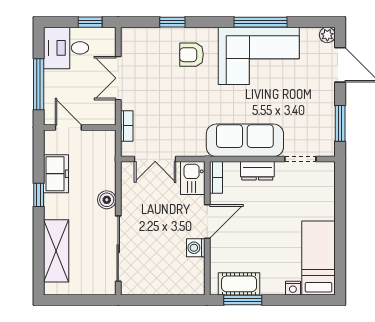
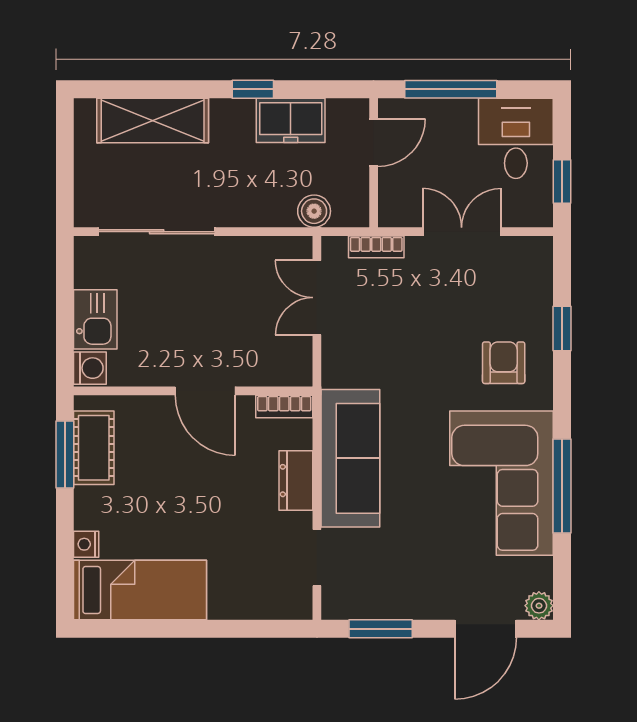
kitchen sink: (193, 178) -> (95, 319), moved, turned 90
boiler: (107, 200) -> (314, 211), moved
washing machine: (196, 248) -> (90, 368), moved, turned 90

